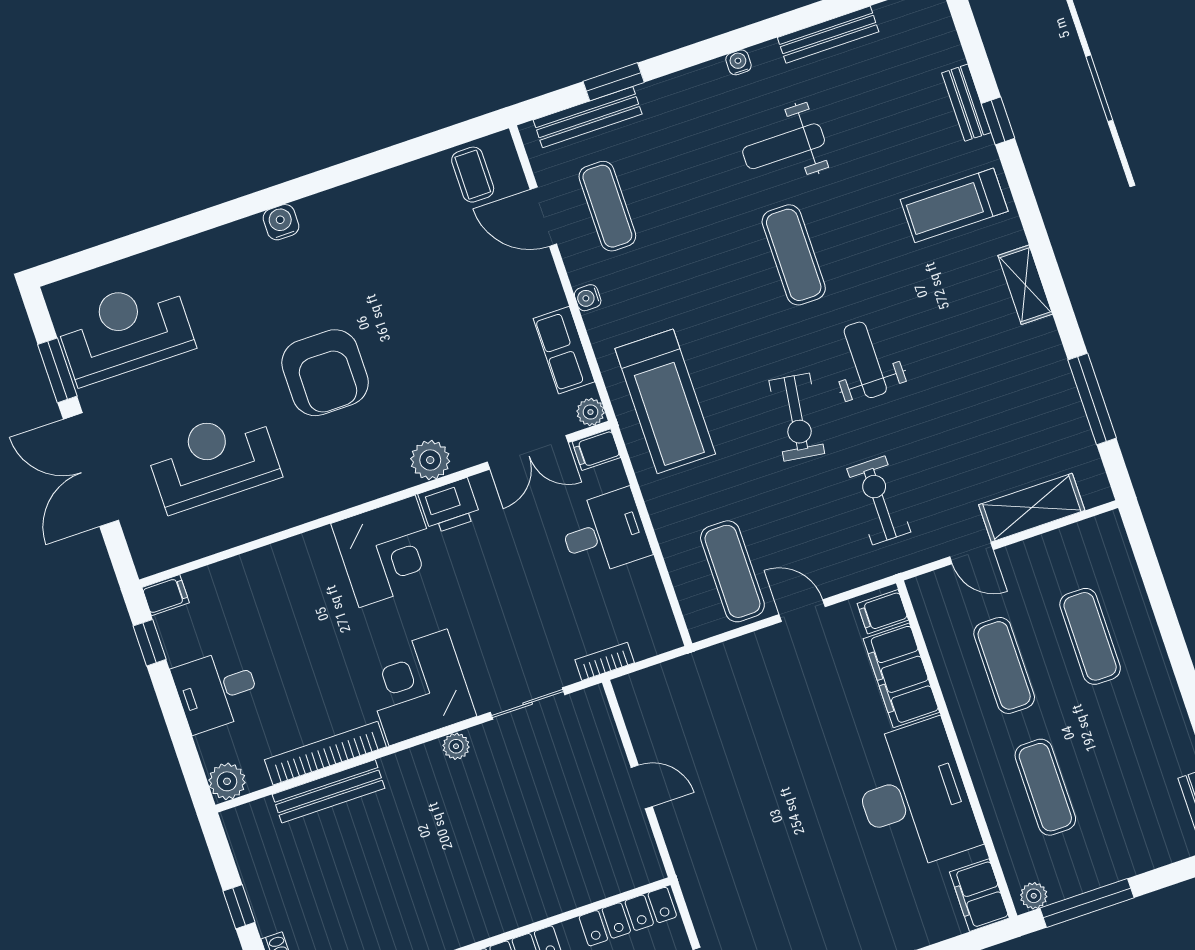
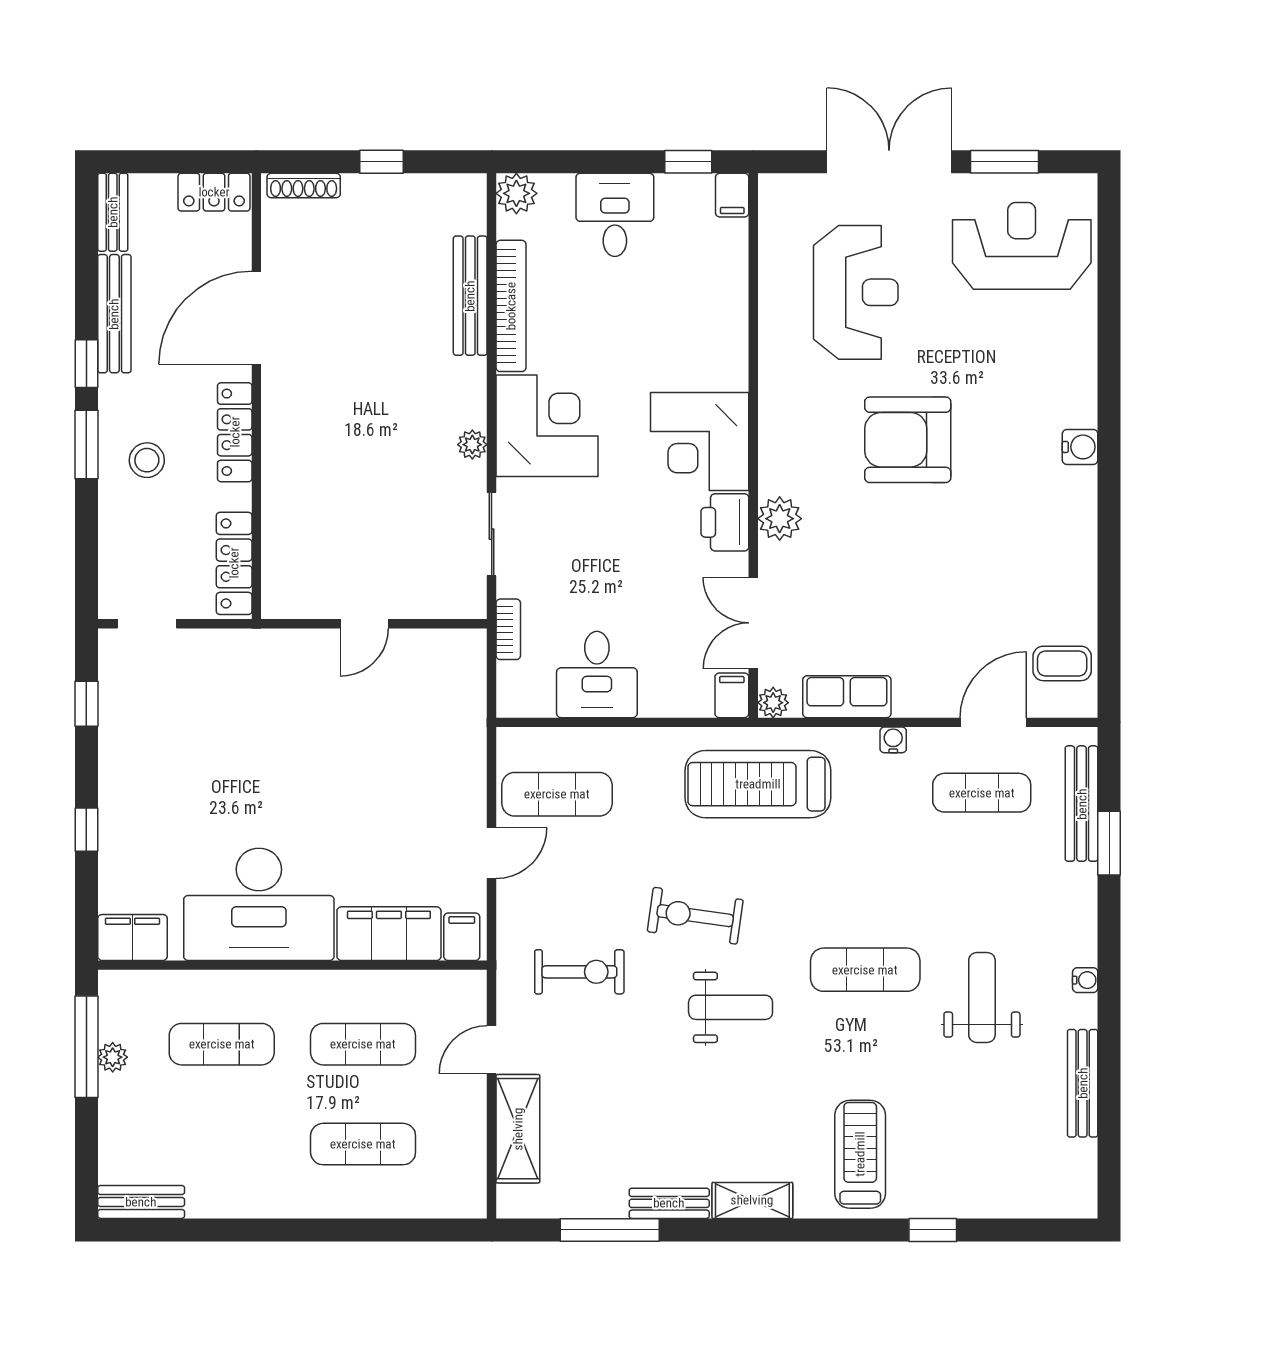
bench: (966, 103) -> (669, 1203), moved
reception desk: (125, 331) -> (1022, 246), turned -90
desk: (604, 533) -> (597, 674), moved
plant: (1034, 896) -> (113, 1057), moved

